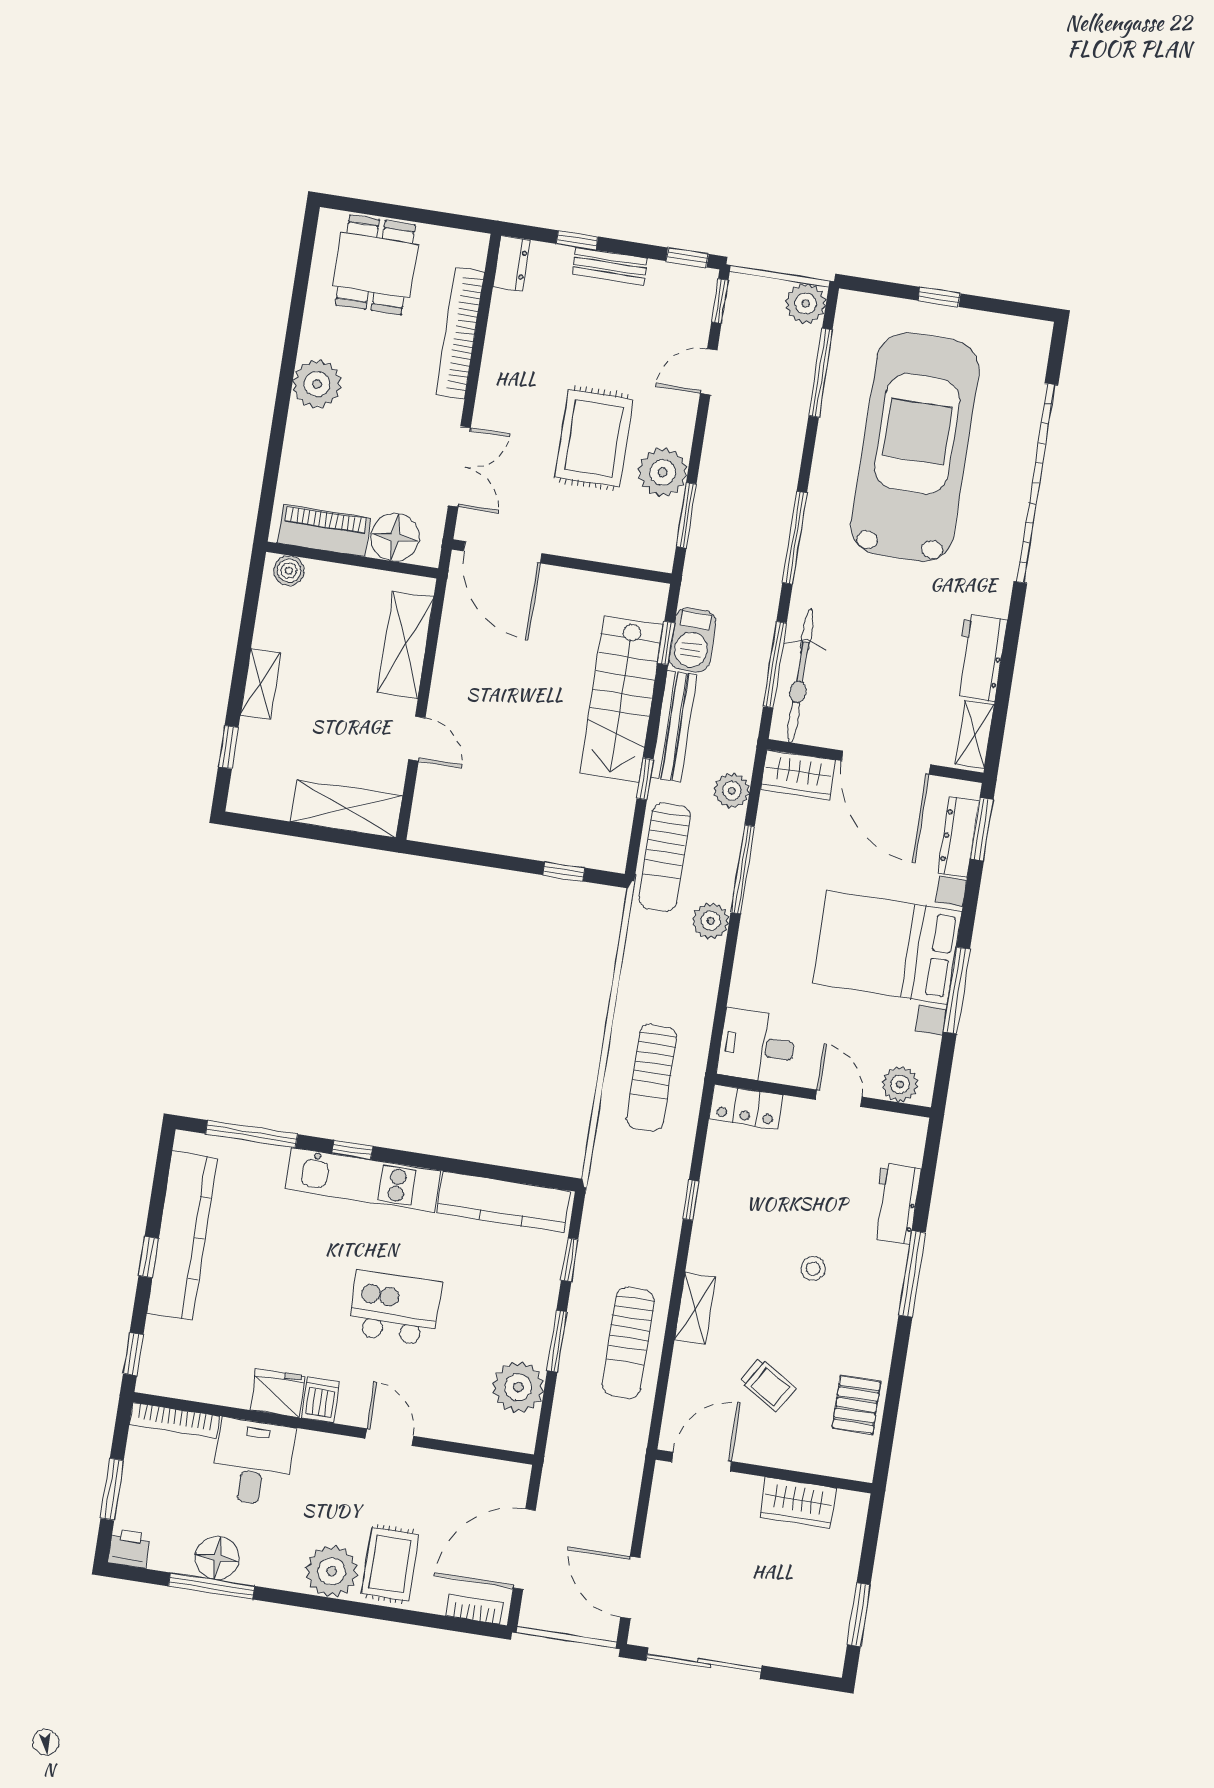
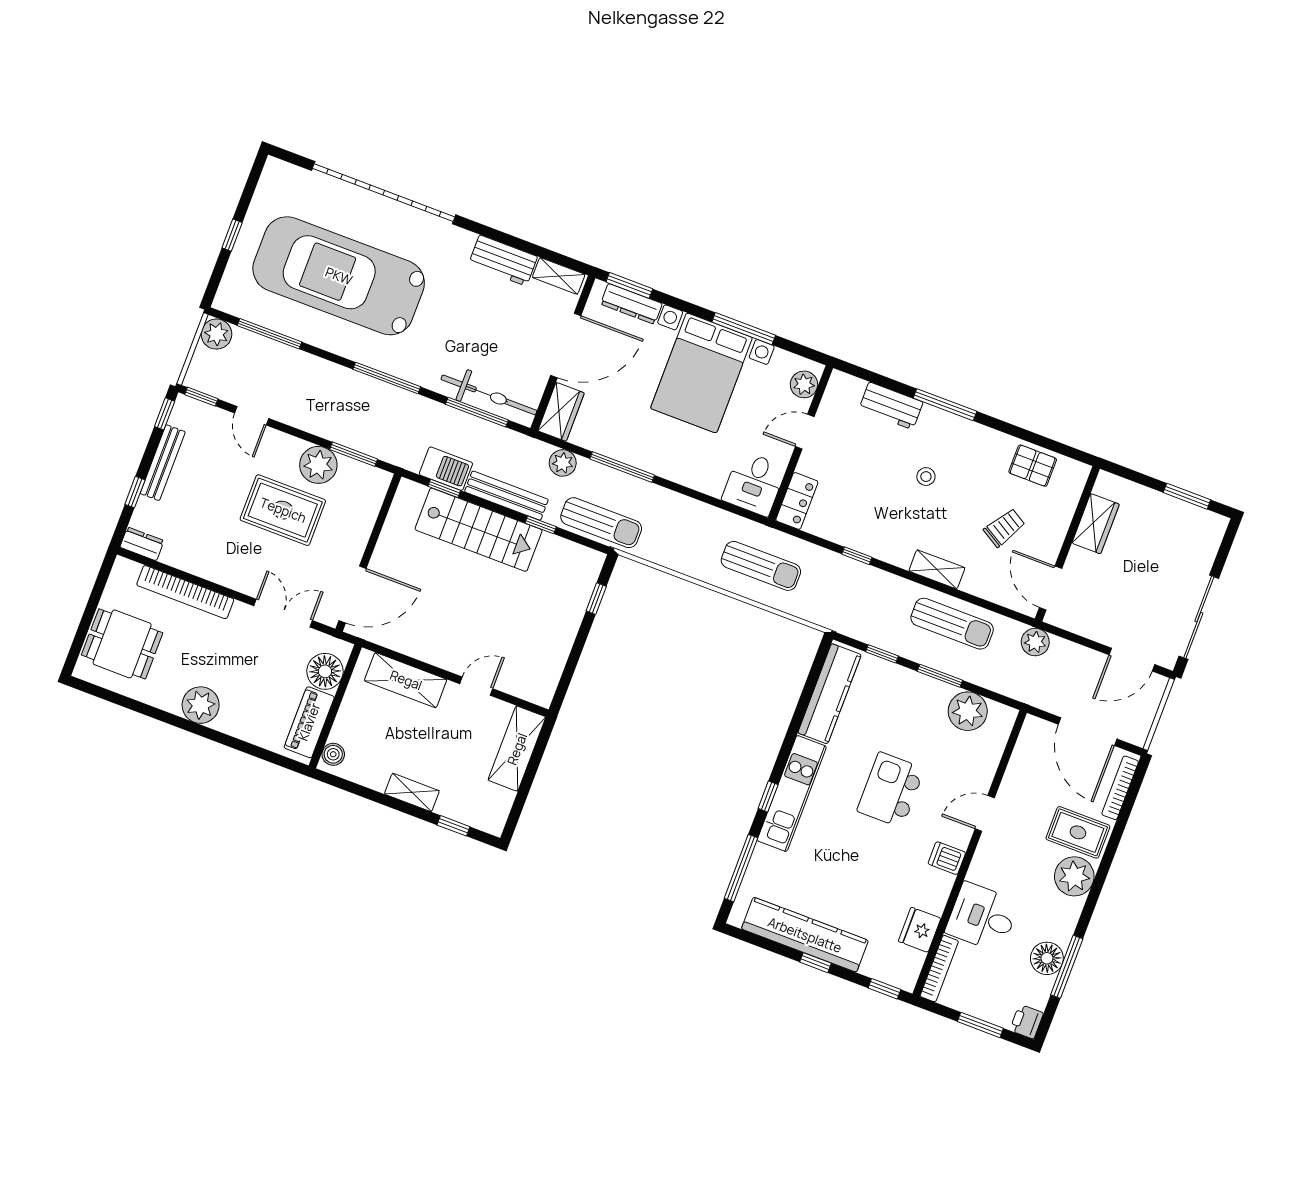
bench: (610, 266) -> (163, 463), width x1.36
plant: (711, 921) -> (1035, 642), moved
fridge: (277, 1393) -> (920, 930), moved
bookcase: (475, 1609) -> (1120, 788), width x1.56

